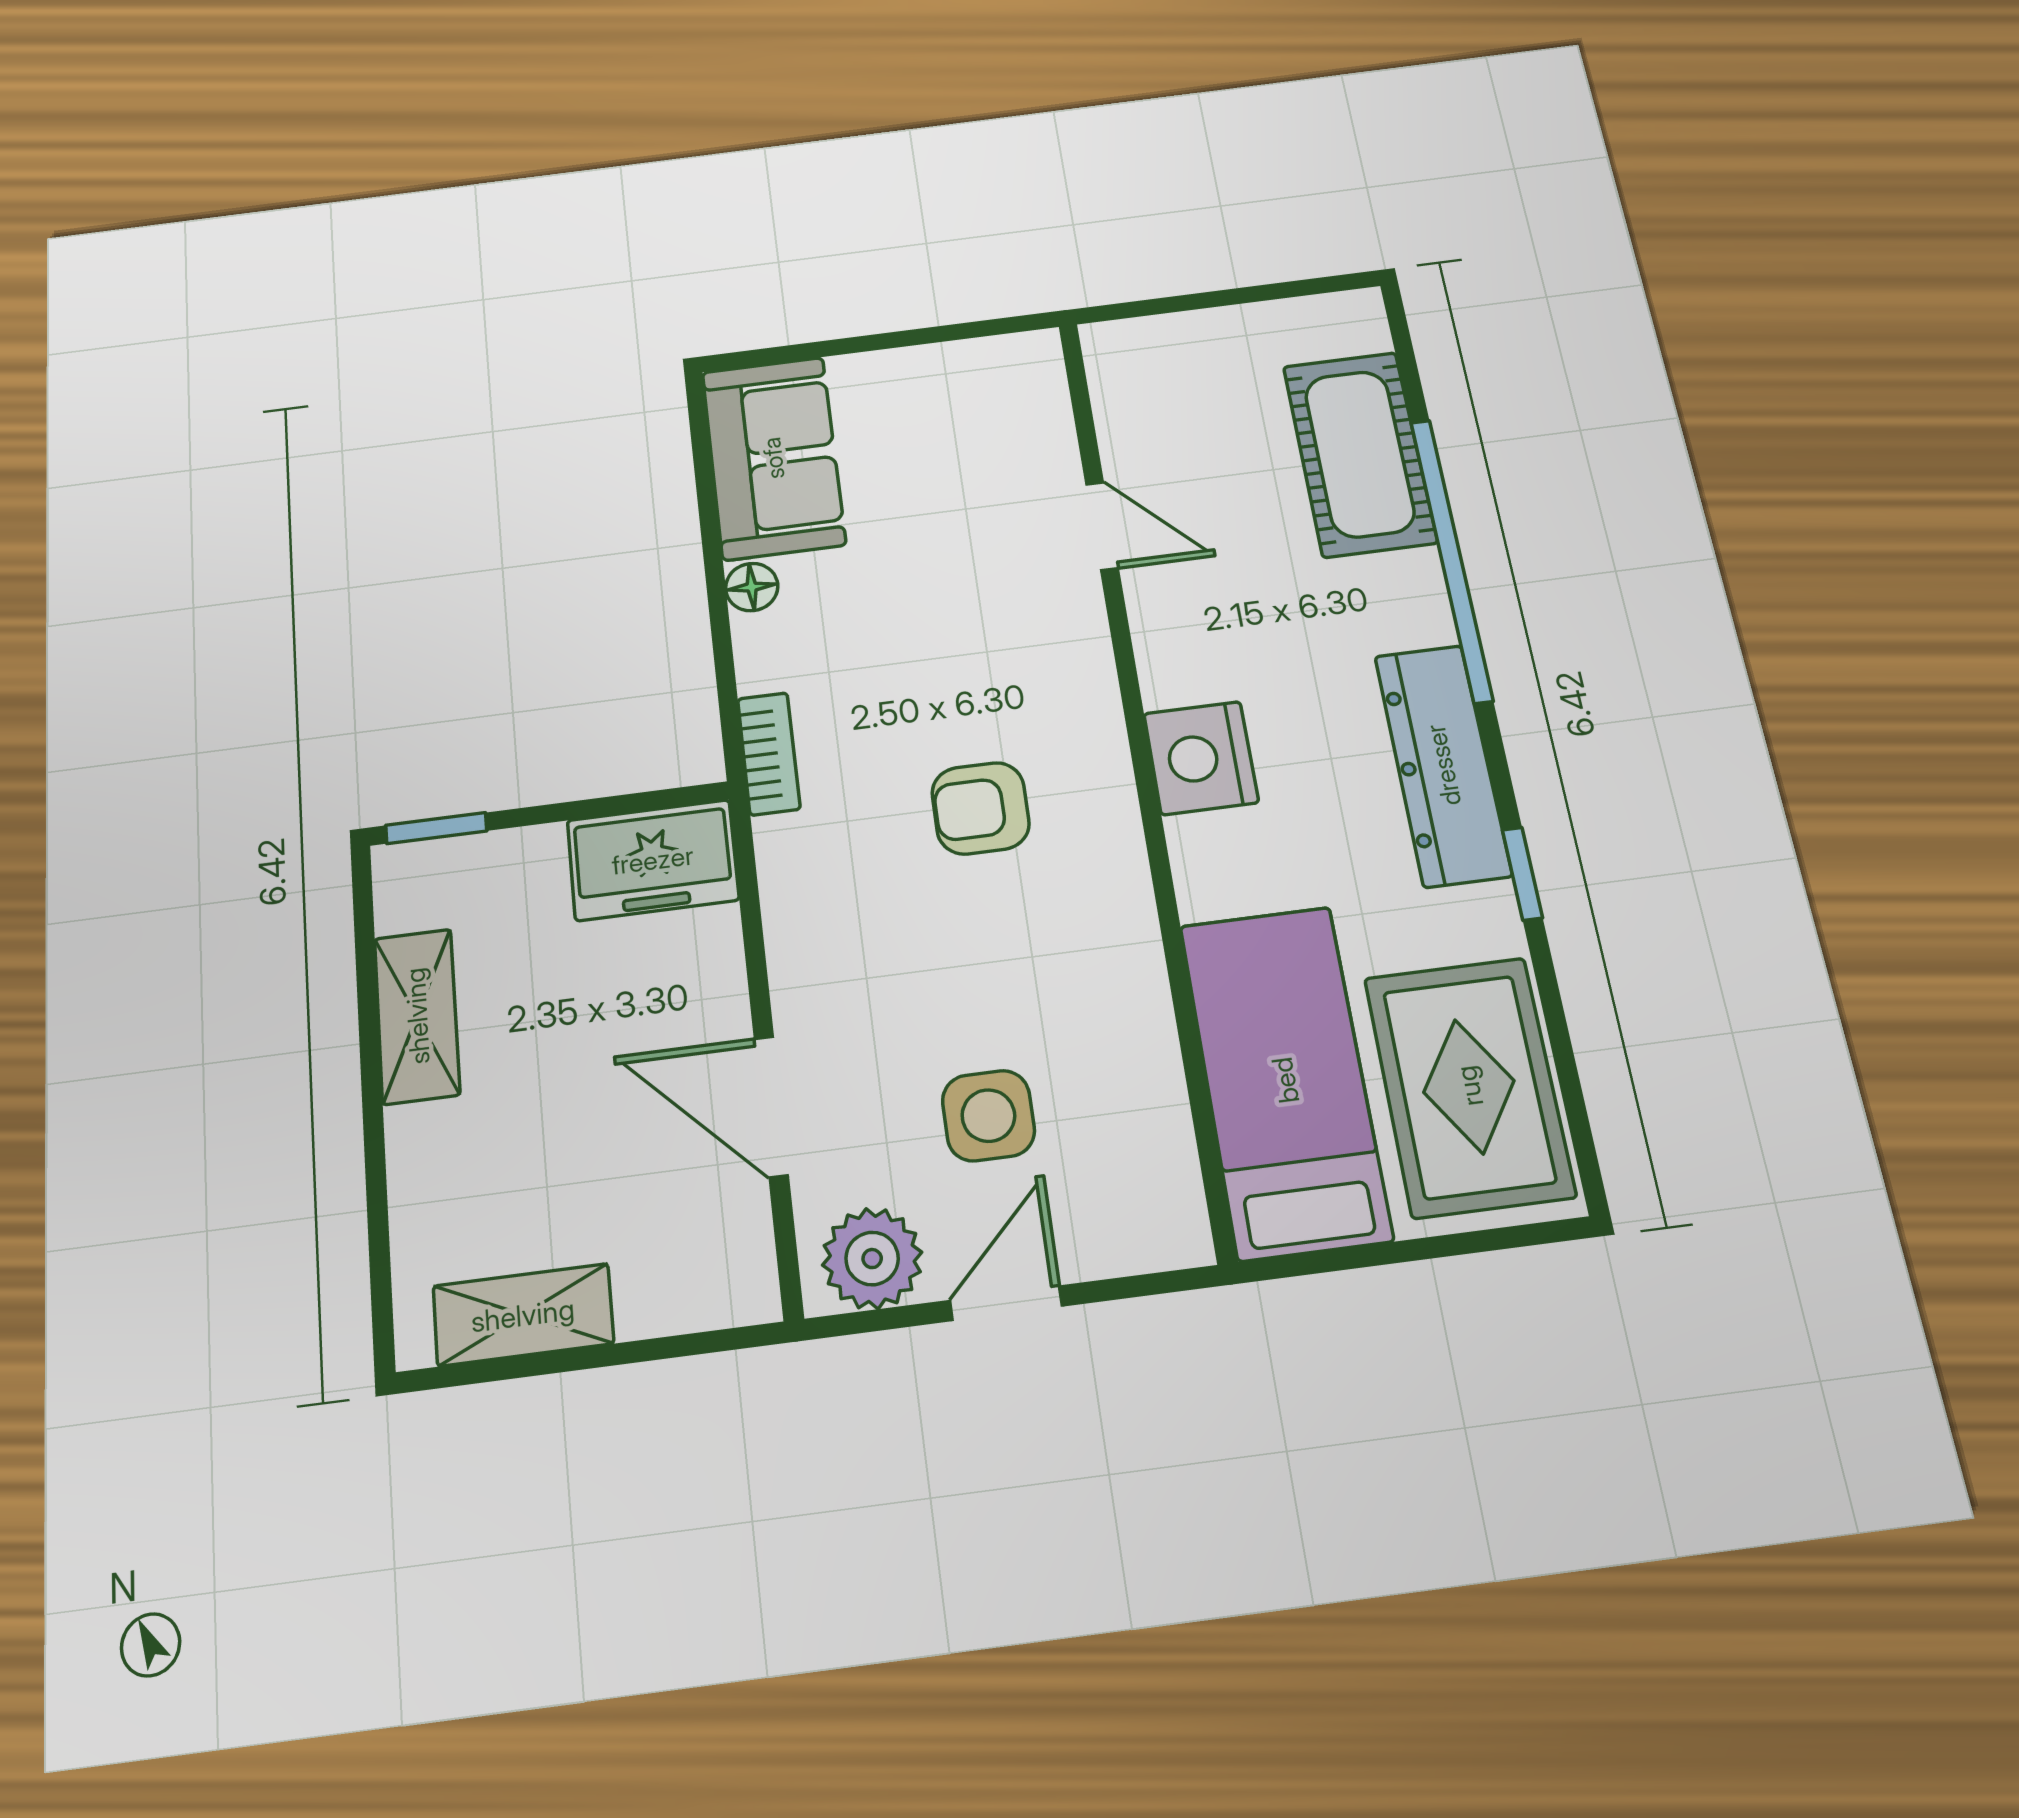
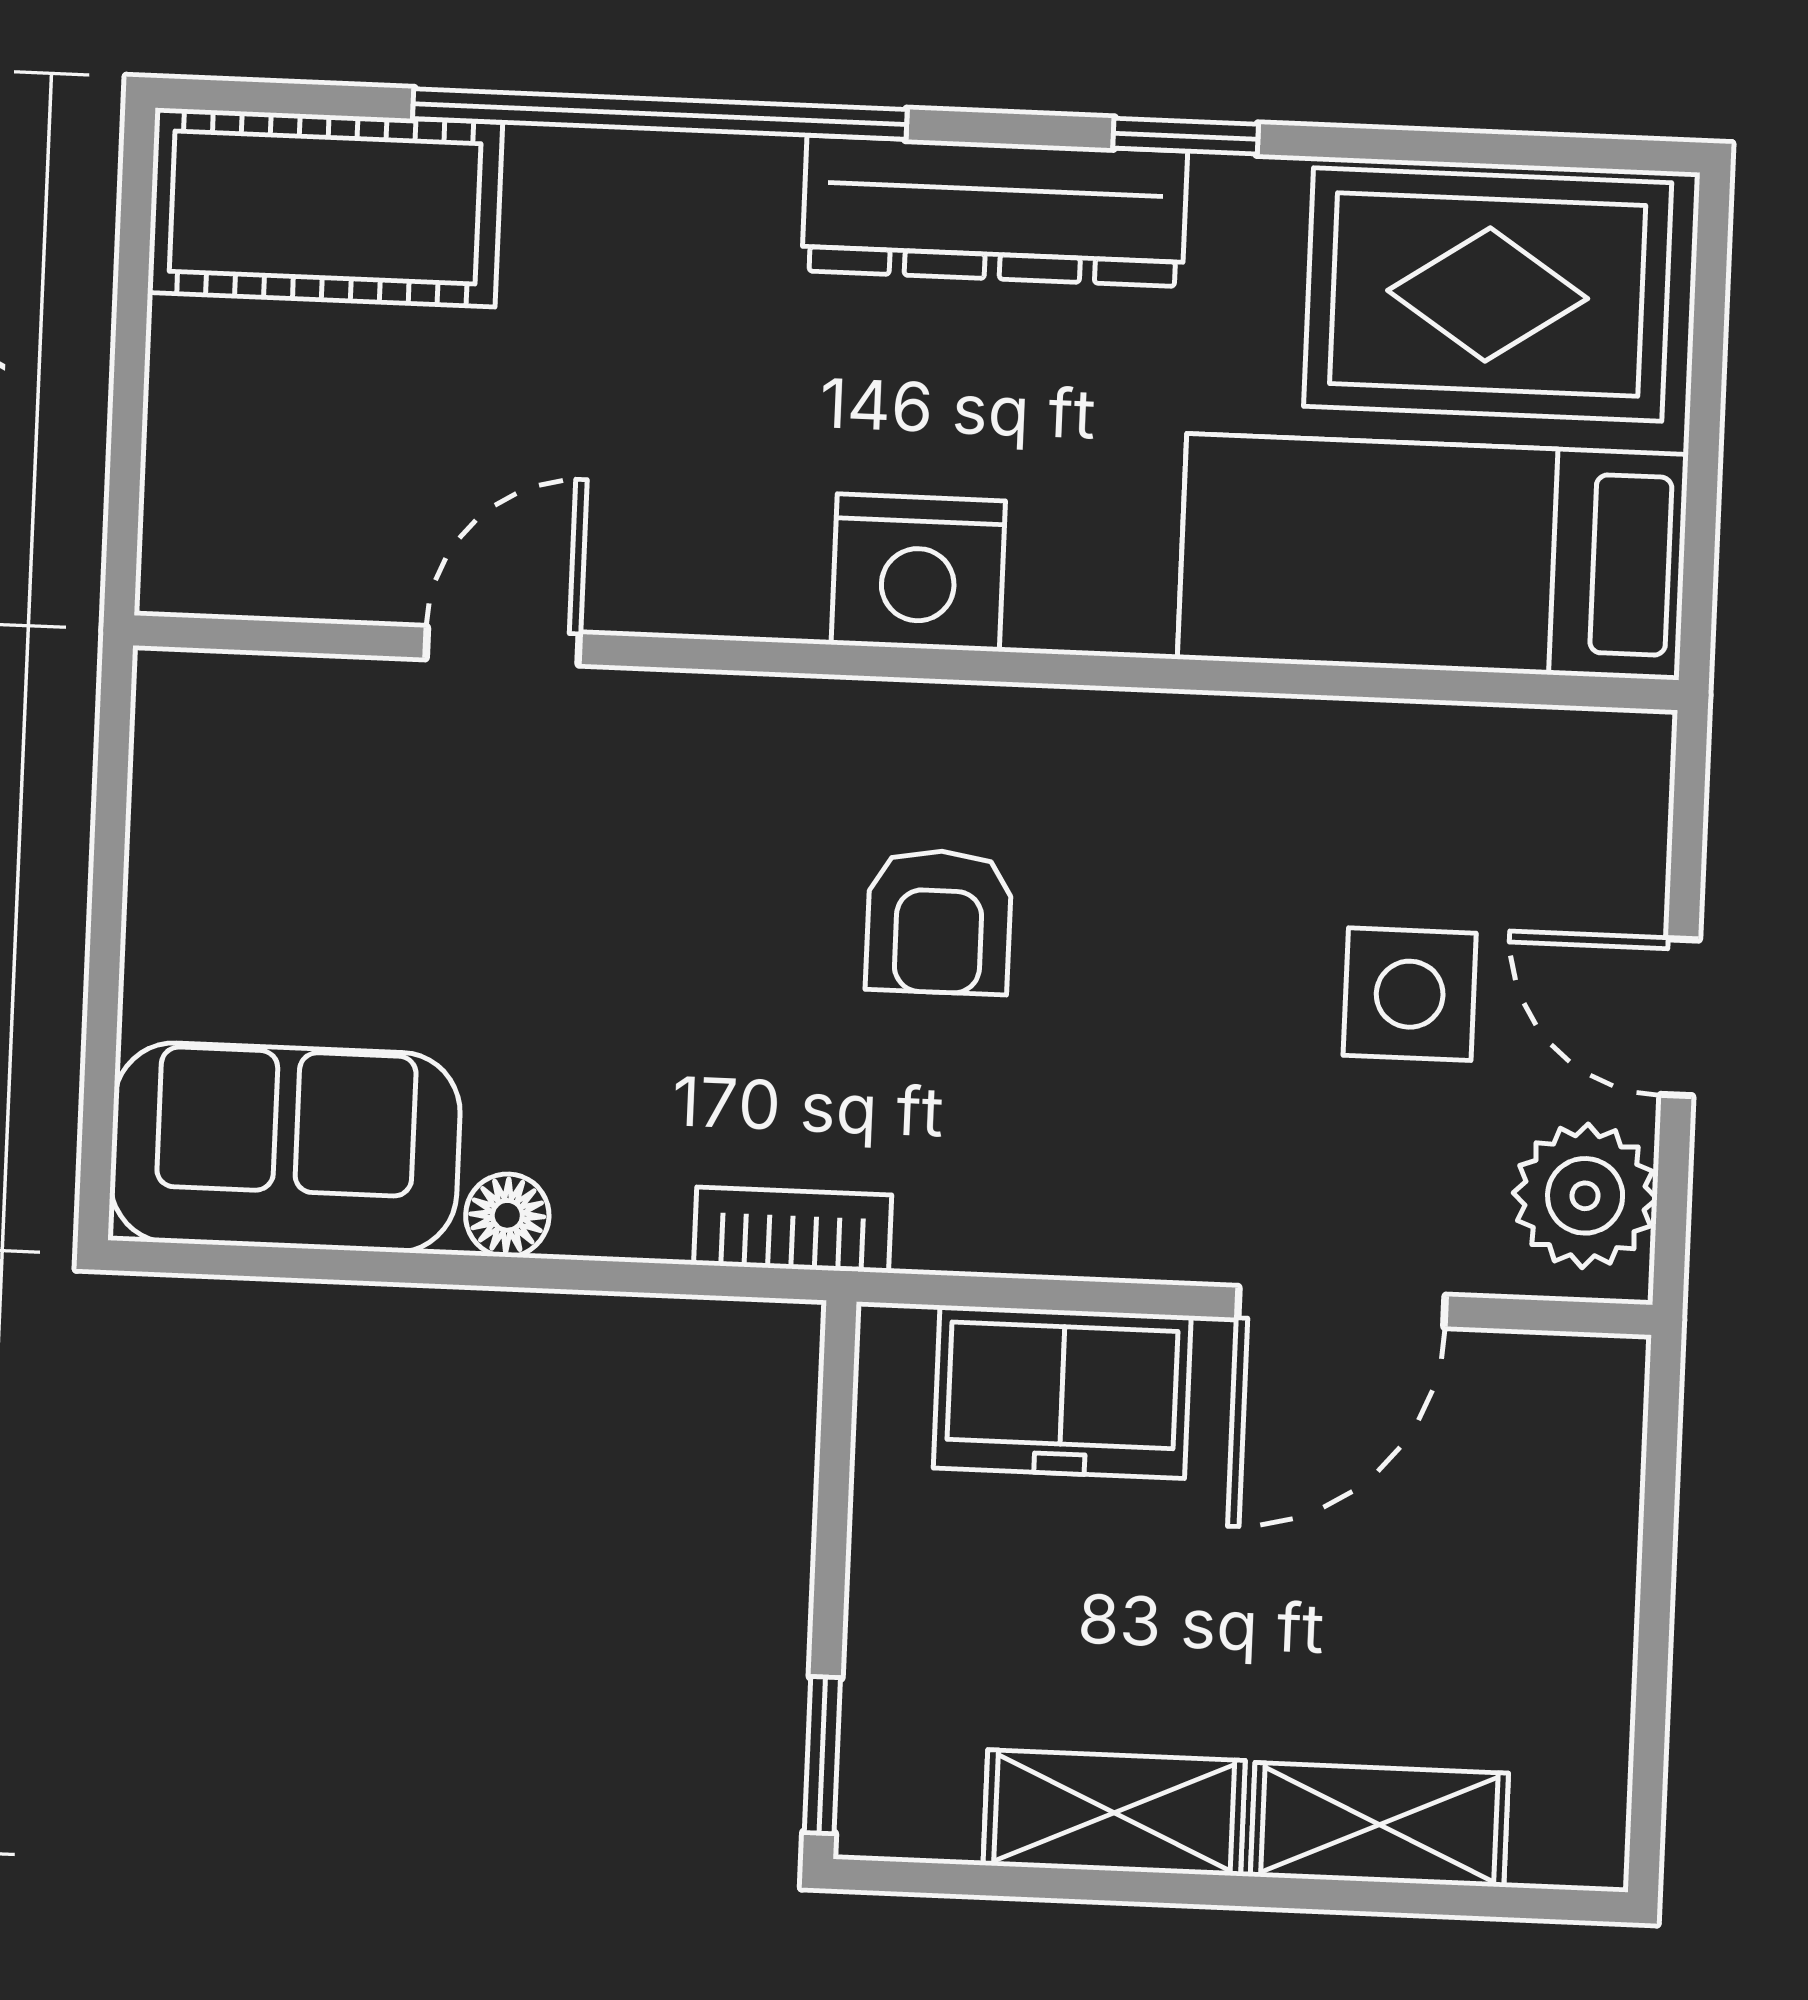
cot: (1360, 454) -> (325, 207), moved
freezer: (653, 860) -> (1062, 1392), moved, turned 90
shelving: (523, 1315) -> (1379, 1825), moved, turned 90

